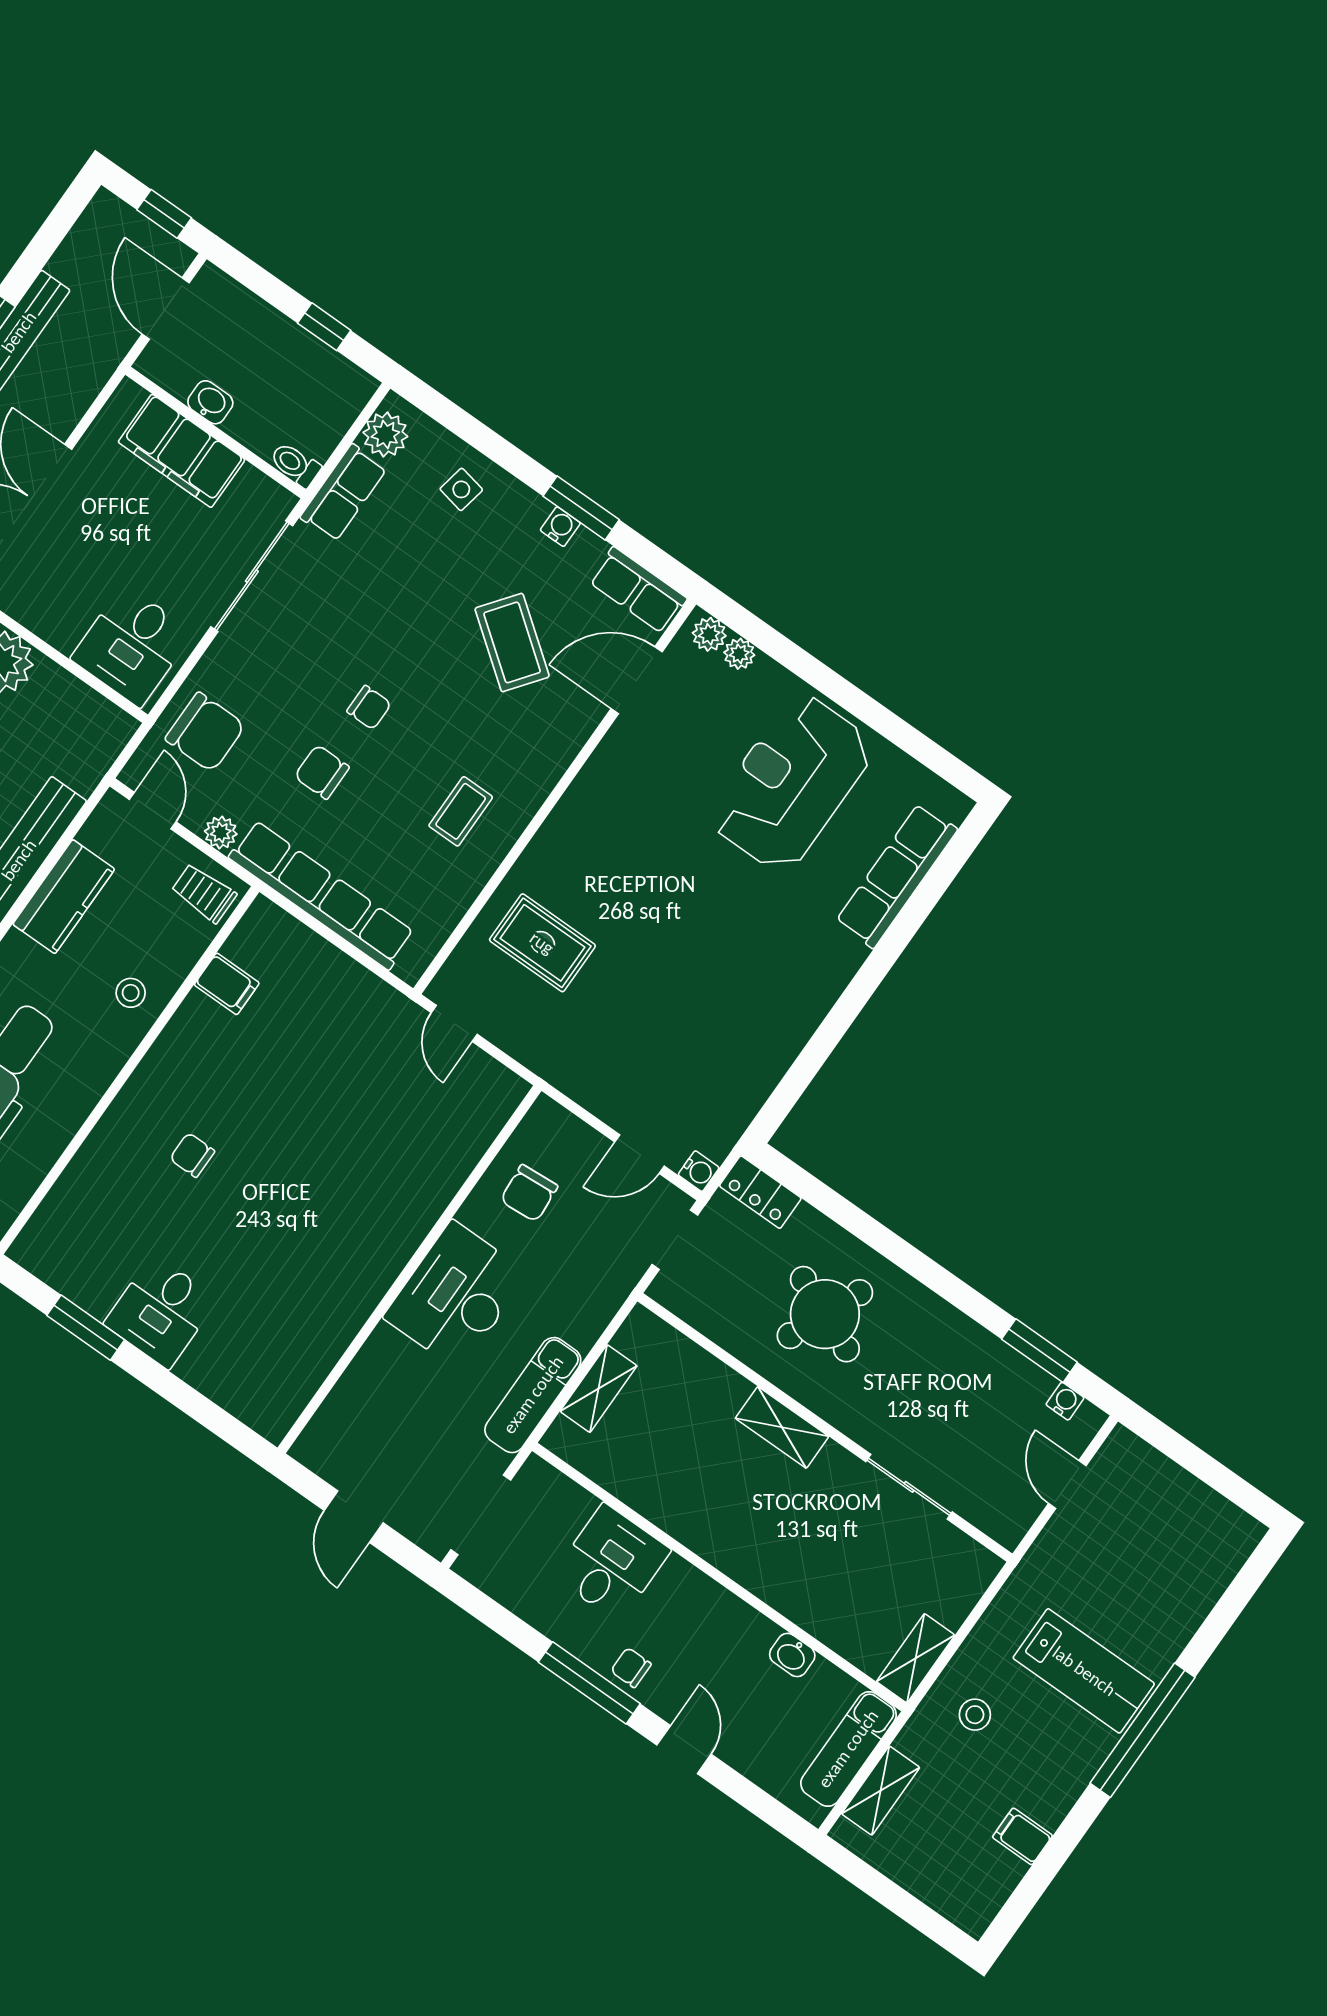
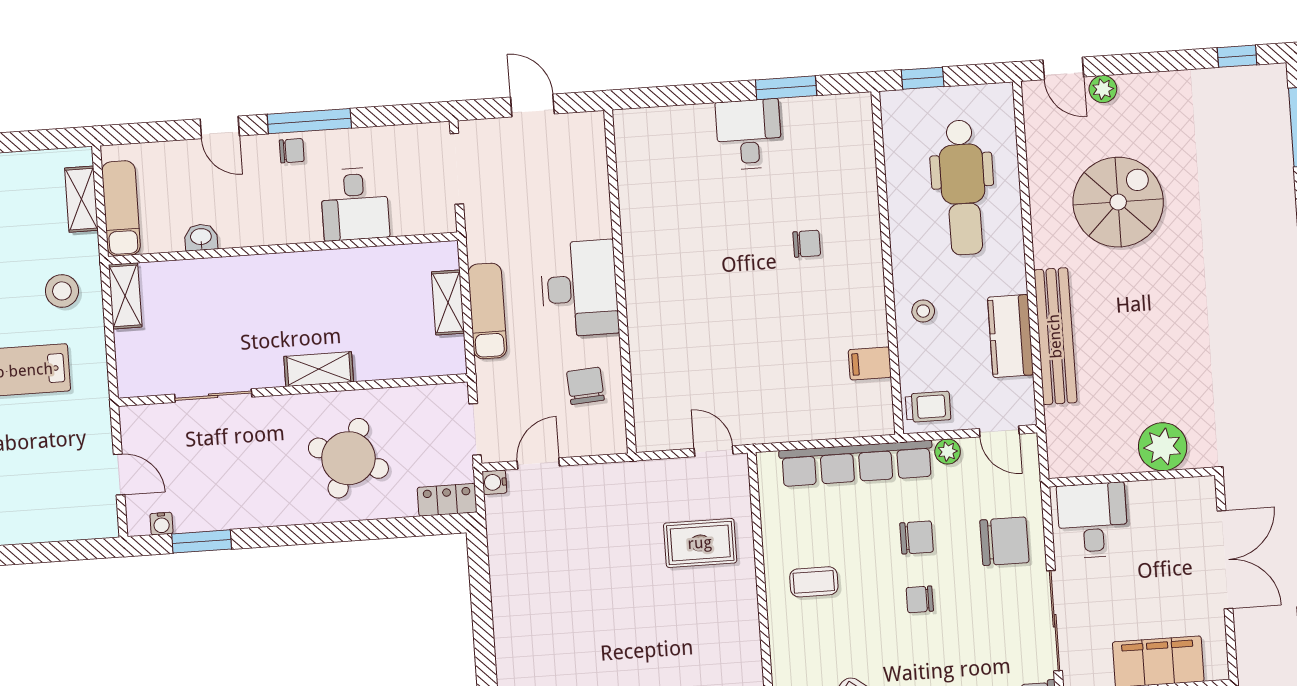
chair: (205, 732) -> (1004, 541), moved, turned 180
coffee table: (461, 811) -> (814, 582), turned 90
exam couch: (533, 1395) -> (487, 311), moved
stool: (975, 1715) -> (62, 291), width x1.37, depth x1.37

